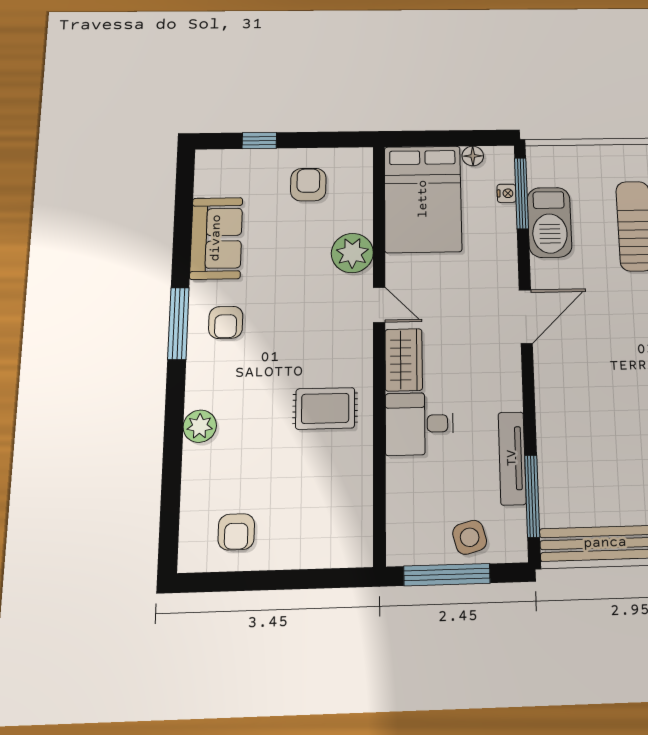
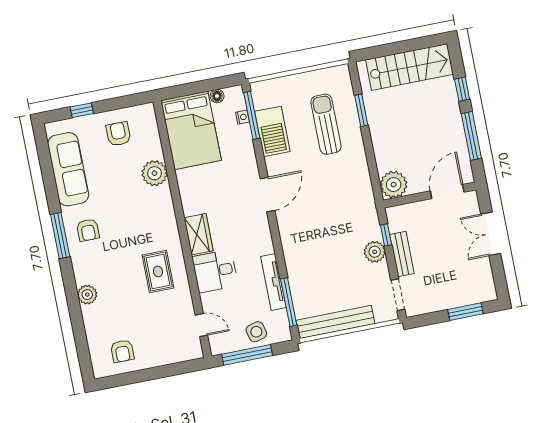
sofa: (216, 238) -> (68, 169), width x1.36
door: (379, 305) -> (201, 325), moved
rug: (325, 408) -> (158, 272), turned 90

